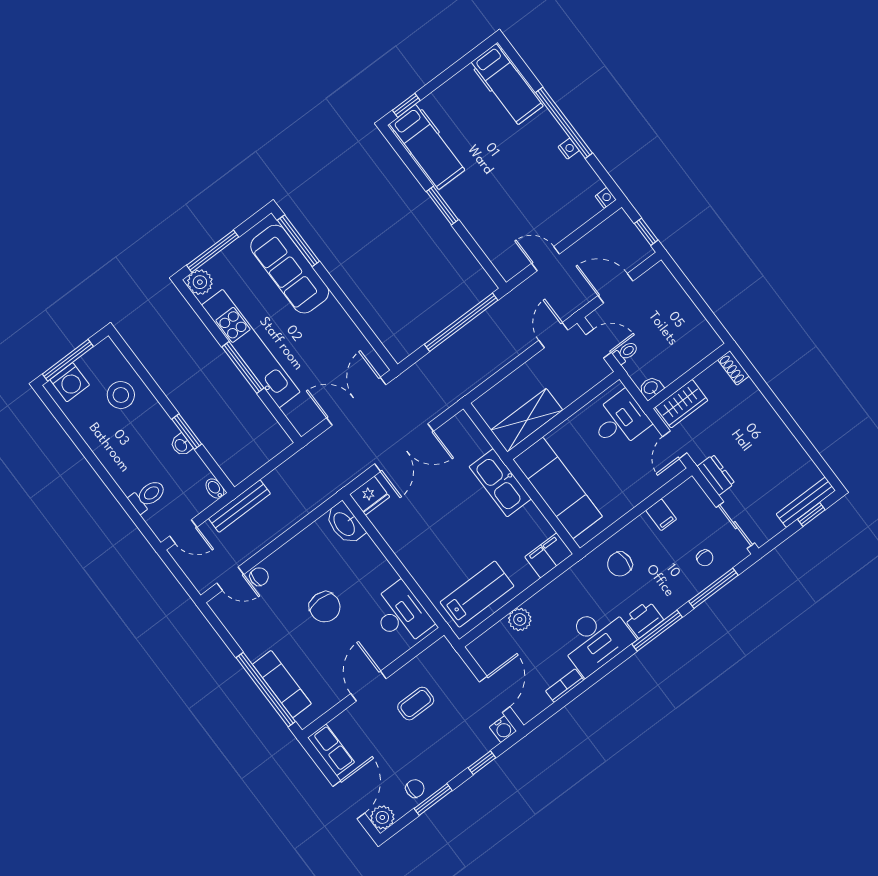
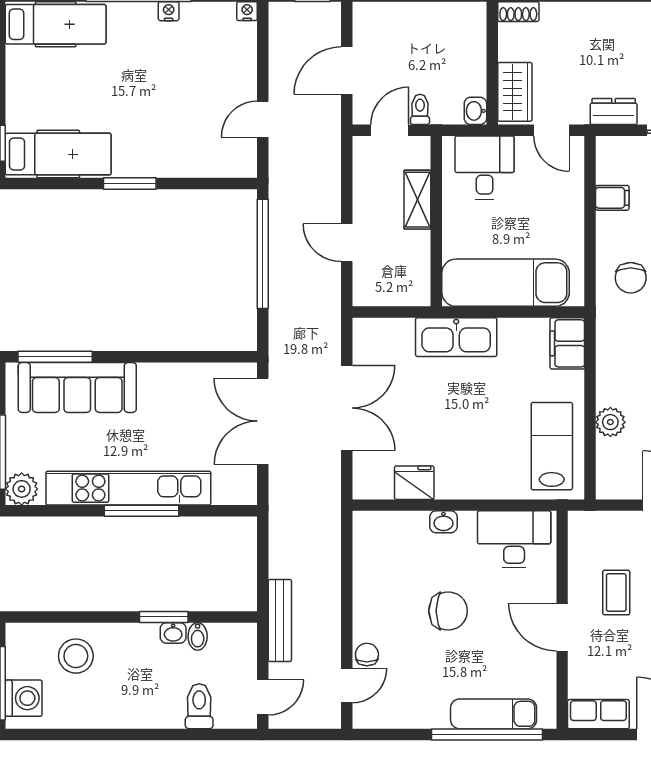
door: (553, 335) -> (347, 243), moved
shelving: (527, 420) -> (417, 200), moved, width x0.67, depth x0.75
bidet: (215, 489) -> (198, 636), moved, turned -90
fridge: (370, 496) -> (414, 483), moved, turned -90
washbasin: (345, 524) -> (443, 522), moved, width x0.52, depth x0.69

